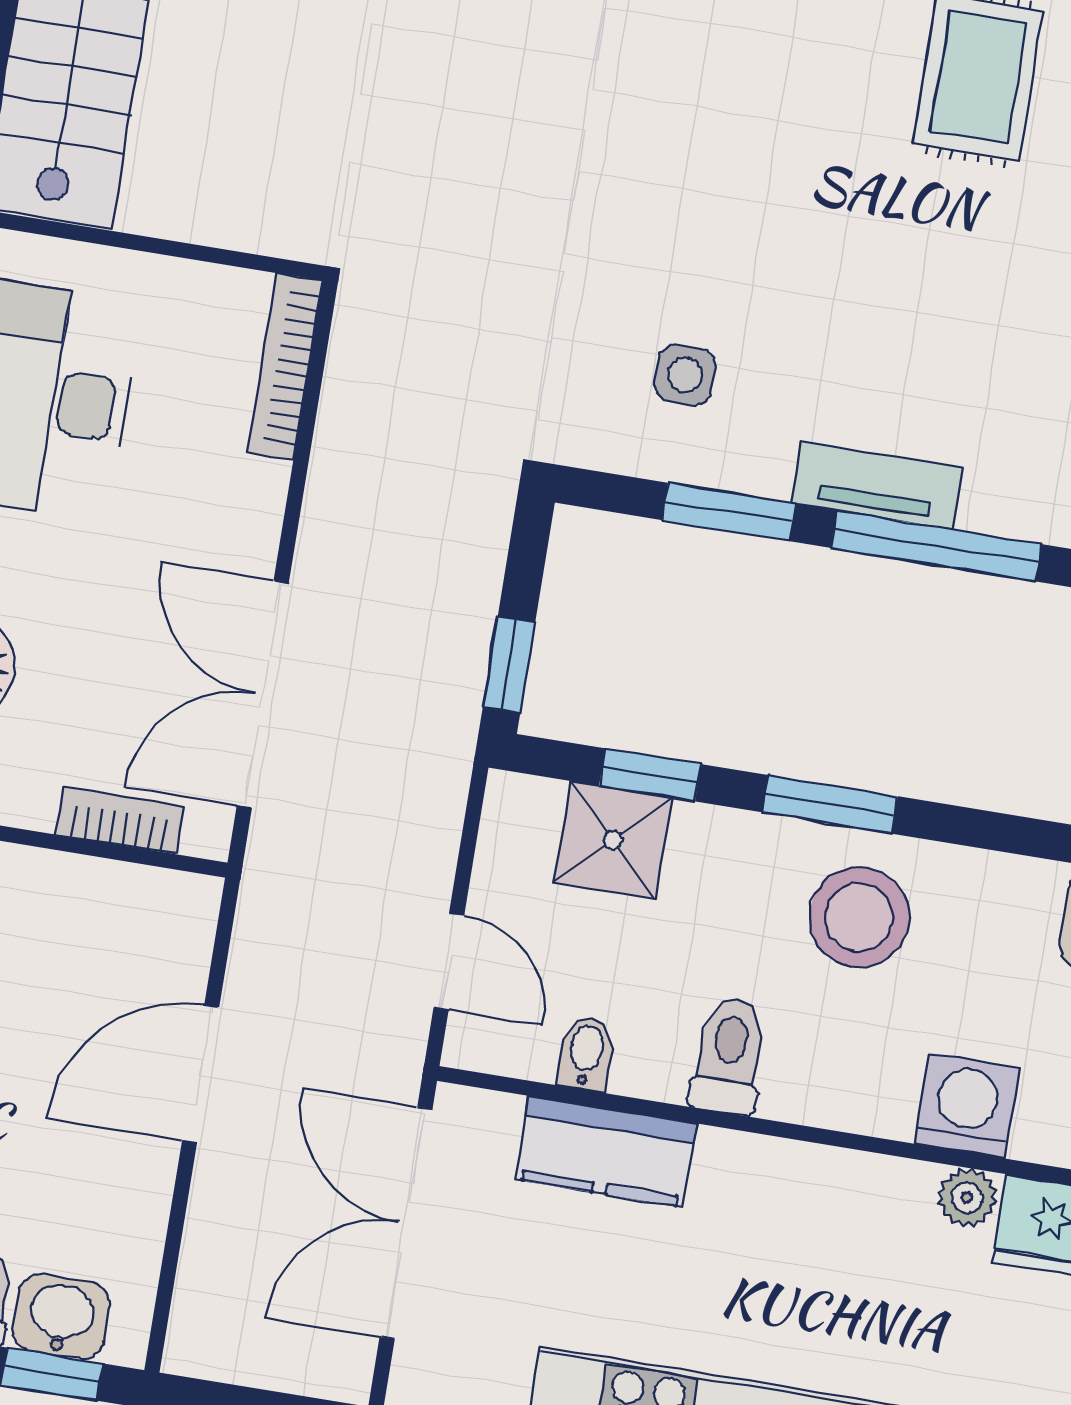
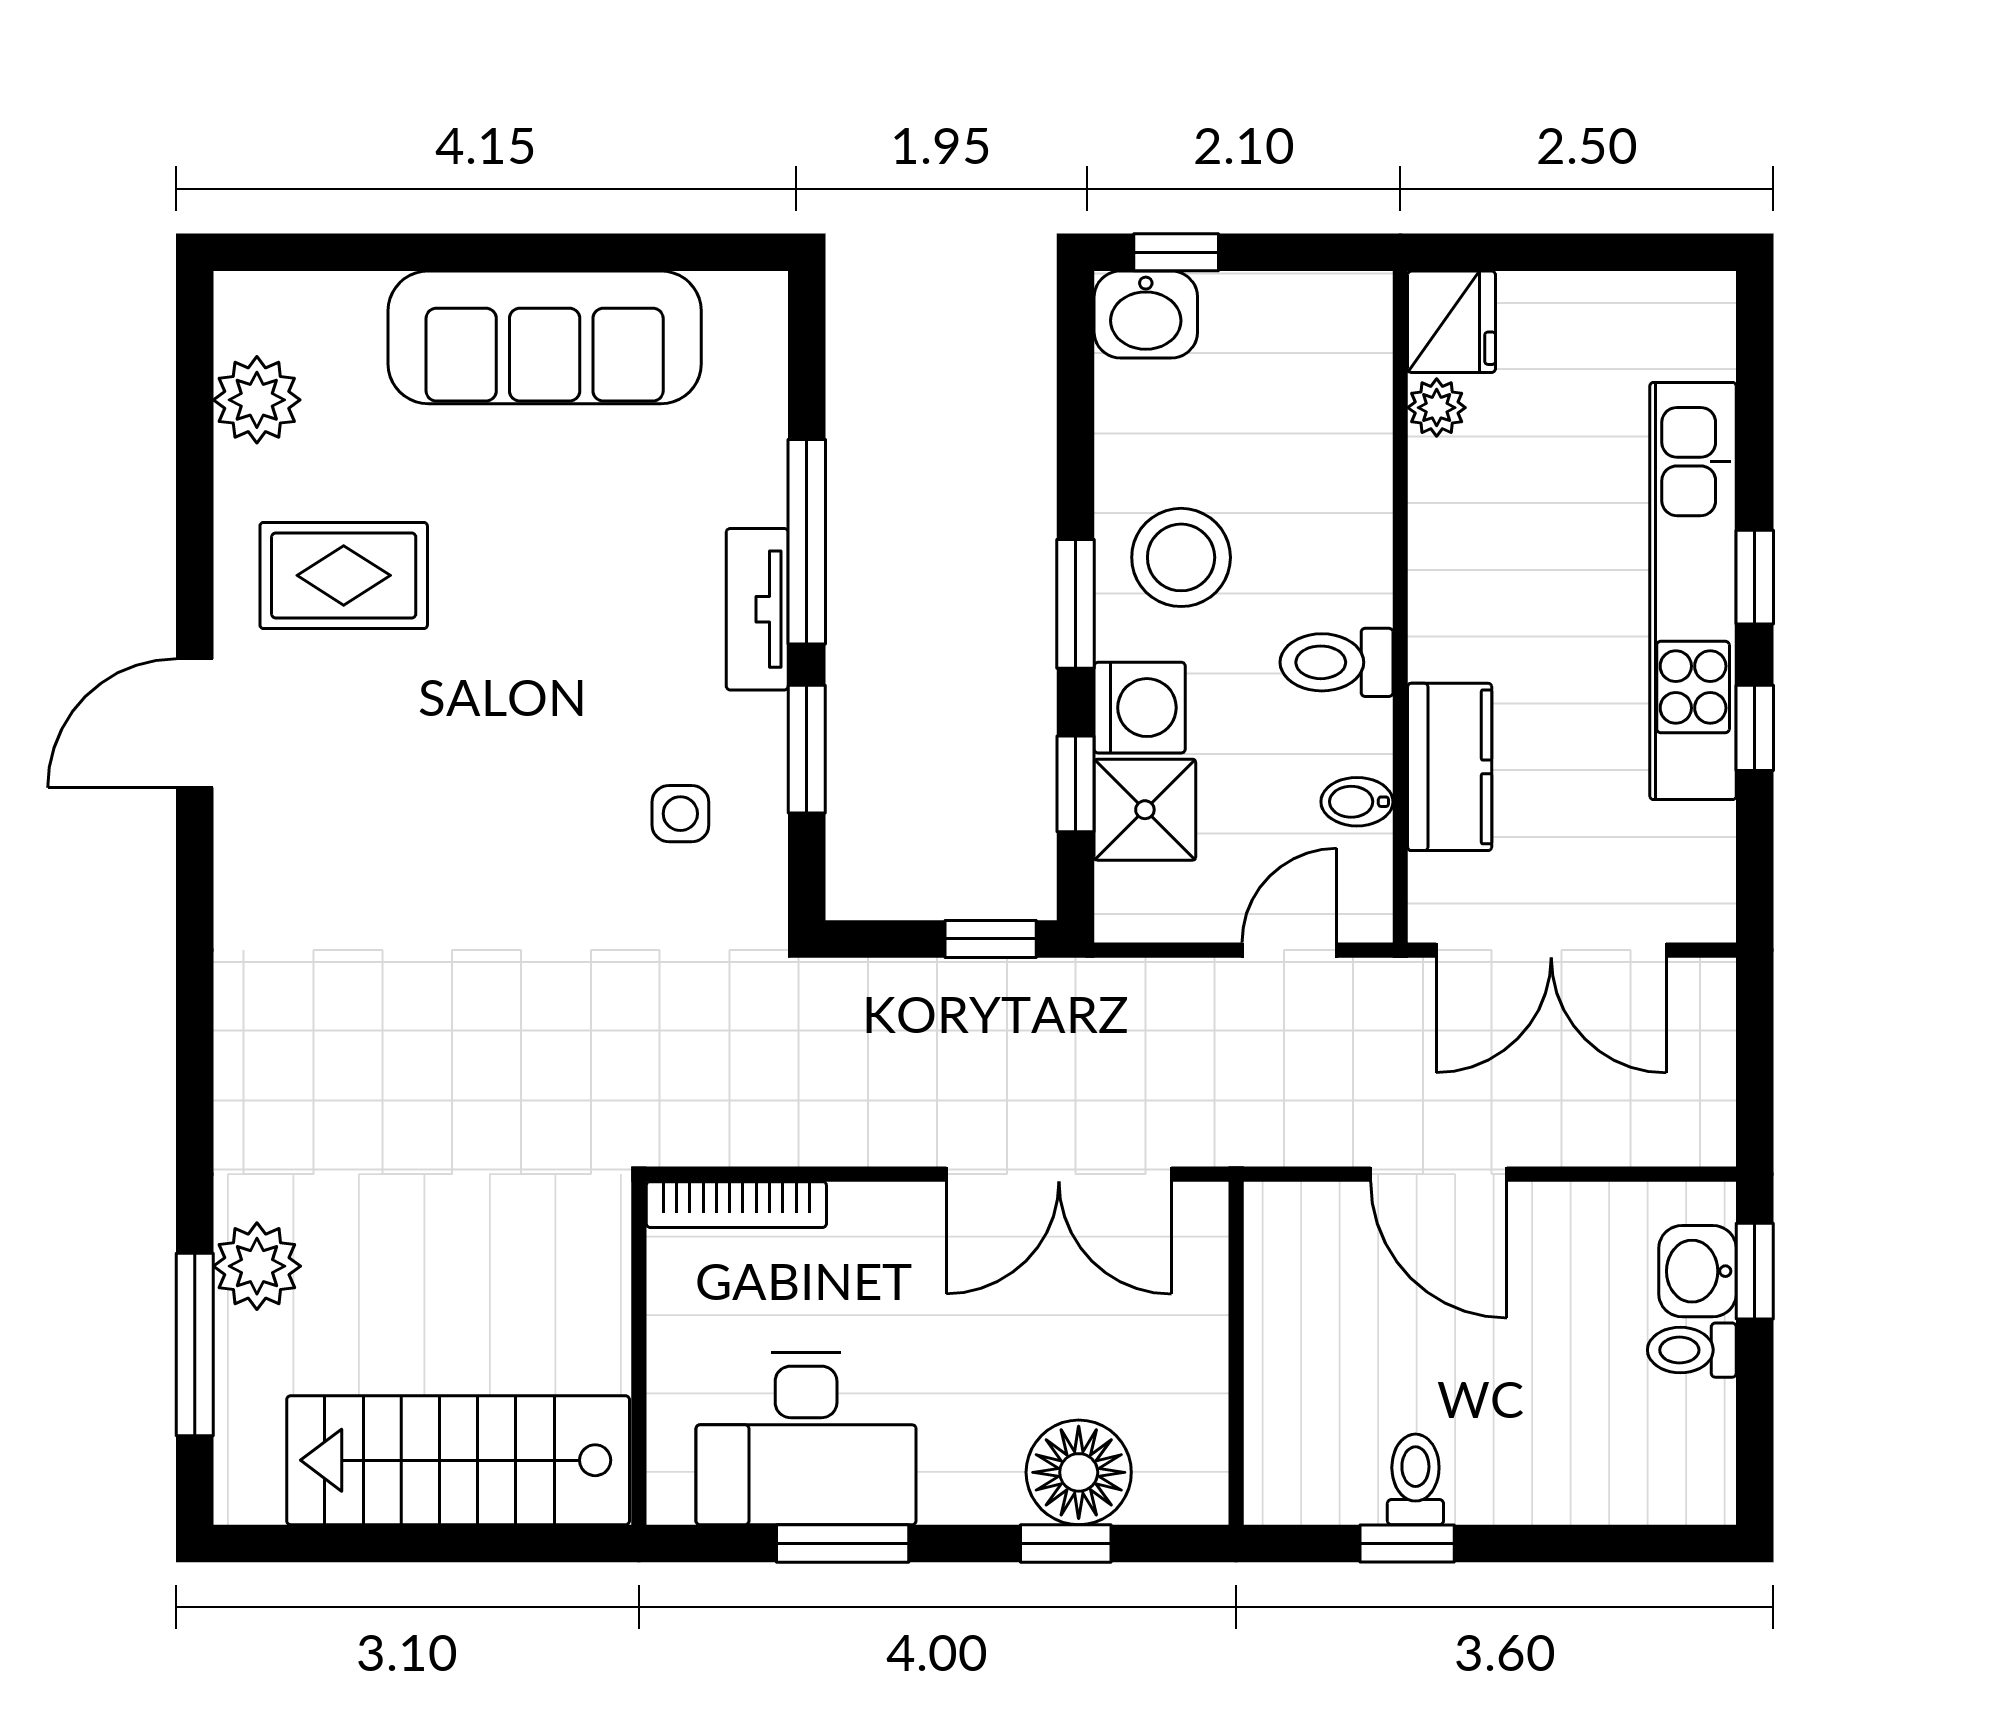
bookcase: (120, 820) -> (1204, 1293), removed
washing machine: (967, 1106) -> (1140, 708), moved, turned 180

